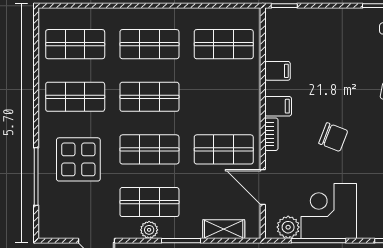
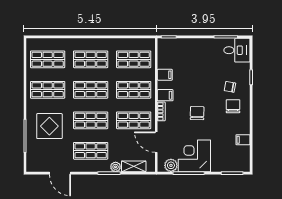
shop shelf: (224, 97) -> (134, 90), added
chair: (333, 137) -> (197, 113), turned -110
plant: (149, 230) -> (116, 167), moved

